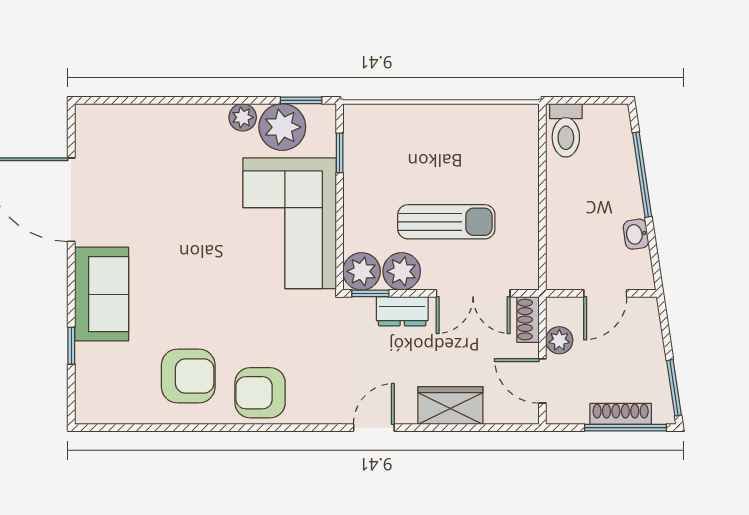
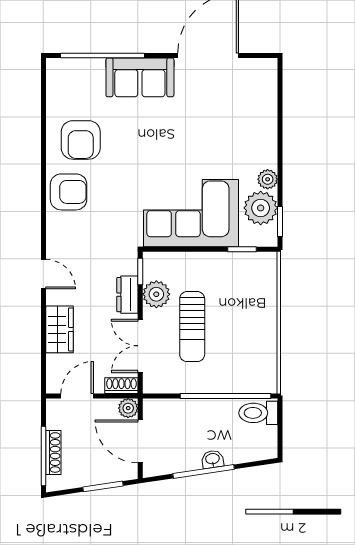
window: (642, 175) -> (204, 471), moved
window: (542, 176) -> (225, 396), added
washbasin: (636, 234) -> (213, 459), moved
plant: (362, 271) -> (156, 265), removed
door: (605, 293) -> (140, 441), width x1.38
plant: (559, 340) -> (128, 408), moved
window: (71, 346) -> (103, 55), width x3.17
window: (674, 388) -> (103, 486), moved
armchair: (260, 393) -> (69, 192), turned 90

